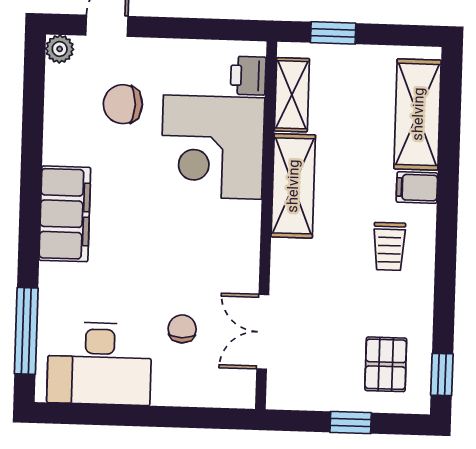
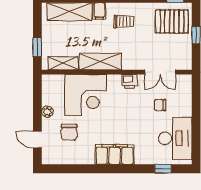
plant: (60, 49) -> (47, 112), moved
printer: (248, 76) -> (129, 81), moved
window: (26, 331) -> (163, 169), width x0.46
pallet: (386, 364) -> (172, 21), width x1.50, depth x1.42

